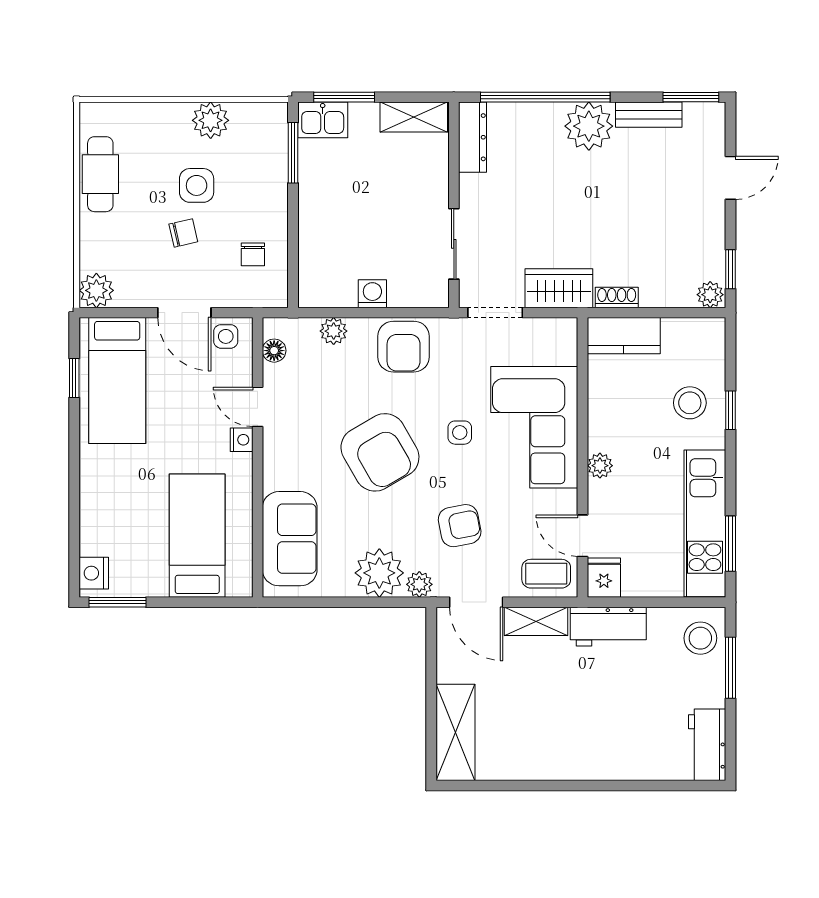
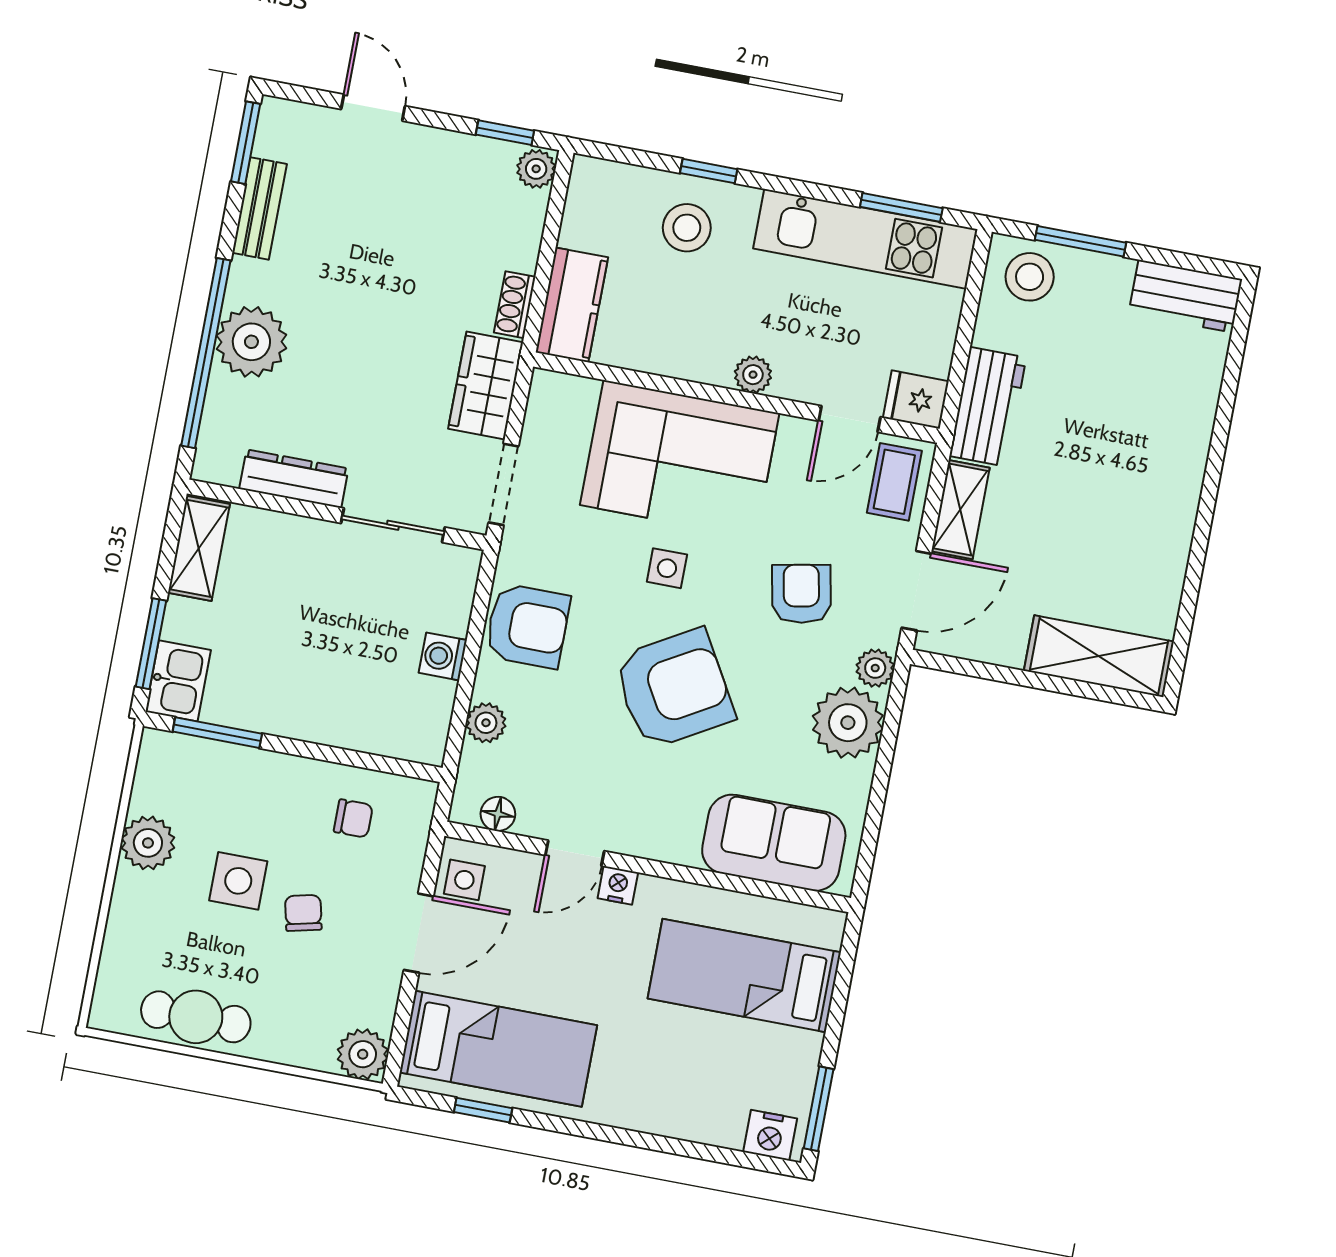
plant: (589, 126) -> (251, 342), moved
dresser: (472, 137) -> (294, 479), moved

